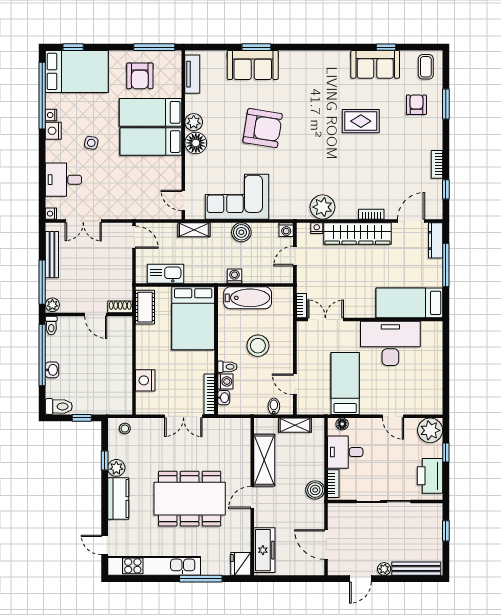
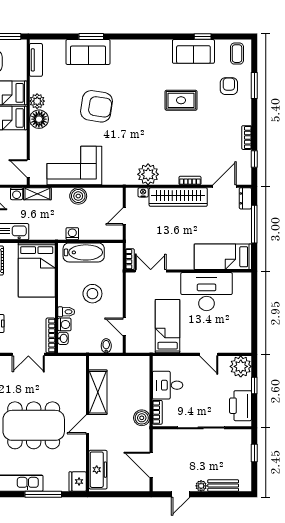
washing machine: (286, 230) -> (17, 194), moved
dresser: (436, 240) -> (245, 198), width x0.70
floor lamp: (342, 424) -> (165, 361), removed
shelving: (295, 425) -> (124, 362), removed
bench: (416, 569) -> (223, 486), width x0.73

